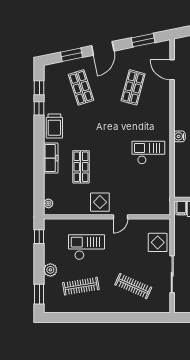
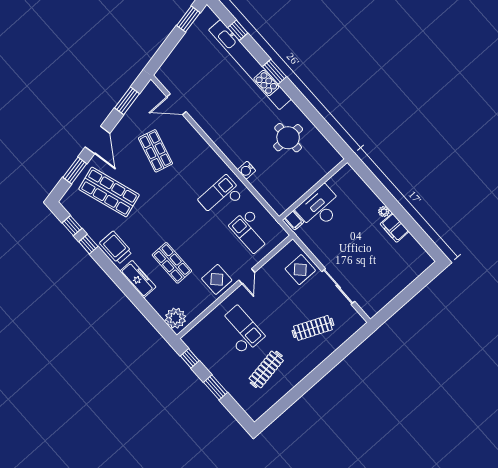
shop shelf: (81, 87) -> (109, 192), width x1.43, depth x1.36
trolley: (54, 126) -> (116, 248), turned 180
water cooler: (179, 136) -> (247, 170), moved
checkout: (148, 191) -> (251, 231), added
plant: (48, 203) -> (176, 318), width x1.88, depth x1.88
checkout: (86, 247) -> (240, 330), turned 90
plant: (50, 270) -> (226, 379), removed
window: (39, 294) -> (215, 387), moved

